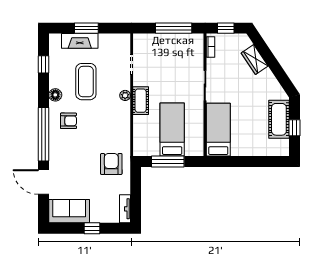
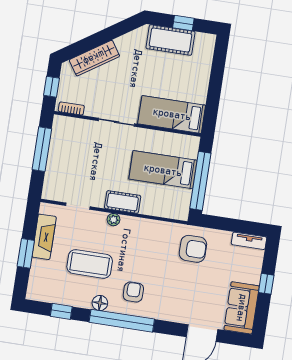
fireplace: (80, 41) -> (44, 237), moved
wardrobe: (255, 59) -> (94, 58), width x1.50
window: (44, 134) -> (122, 321), moved
window: (168, 162) -> (200, 181), width x1.46
armchair: (111, 164) -> (193, 249), turned 180

